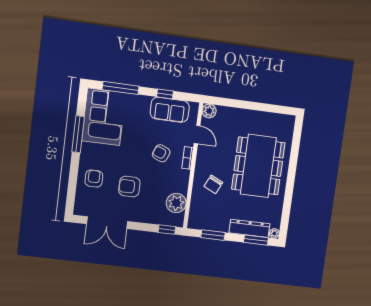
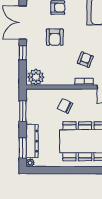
armchair: (129, 187) -> (55, 37), turned 180
plant: (176, 203) -> (36, 77), moved
window: (167, 230) -> (23, 53), moved

